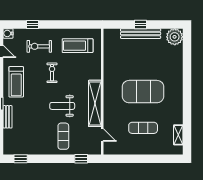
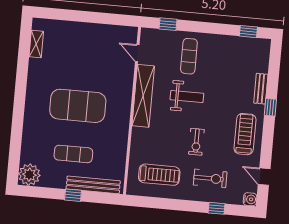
bench: (141, 34) -> (93, 185), moved
exercise mat: (143, 128) -> (73, 154), moved

